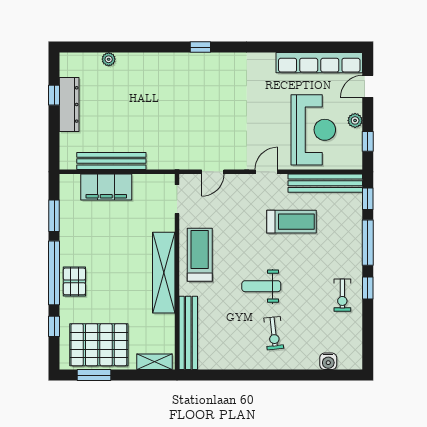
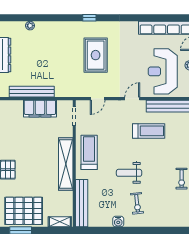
rug: (210, 105) -> (96, 55), added
reception desk: (313, 130) -> (163, 71), turned 180
filing cabinet: (106, 187) -> (40, 109), moved
water cooler: (328, 361) -> (118, 222), moved

